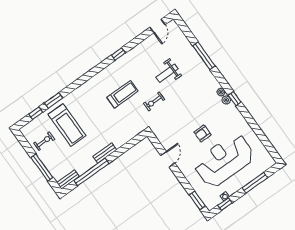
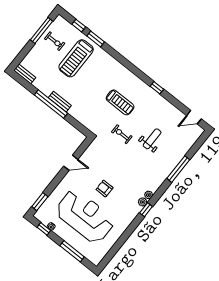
weight bench: (167, 73) -> (152, 139), turned 90
window: (42, 167) -> (41, 31), moved
window: (91, 172) -> (51, 104), moved

